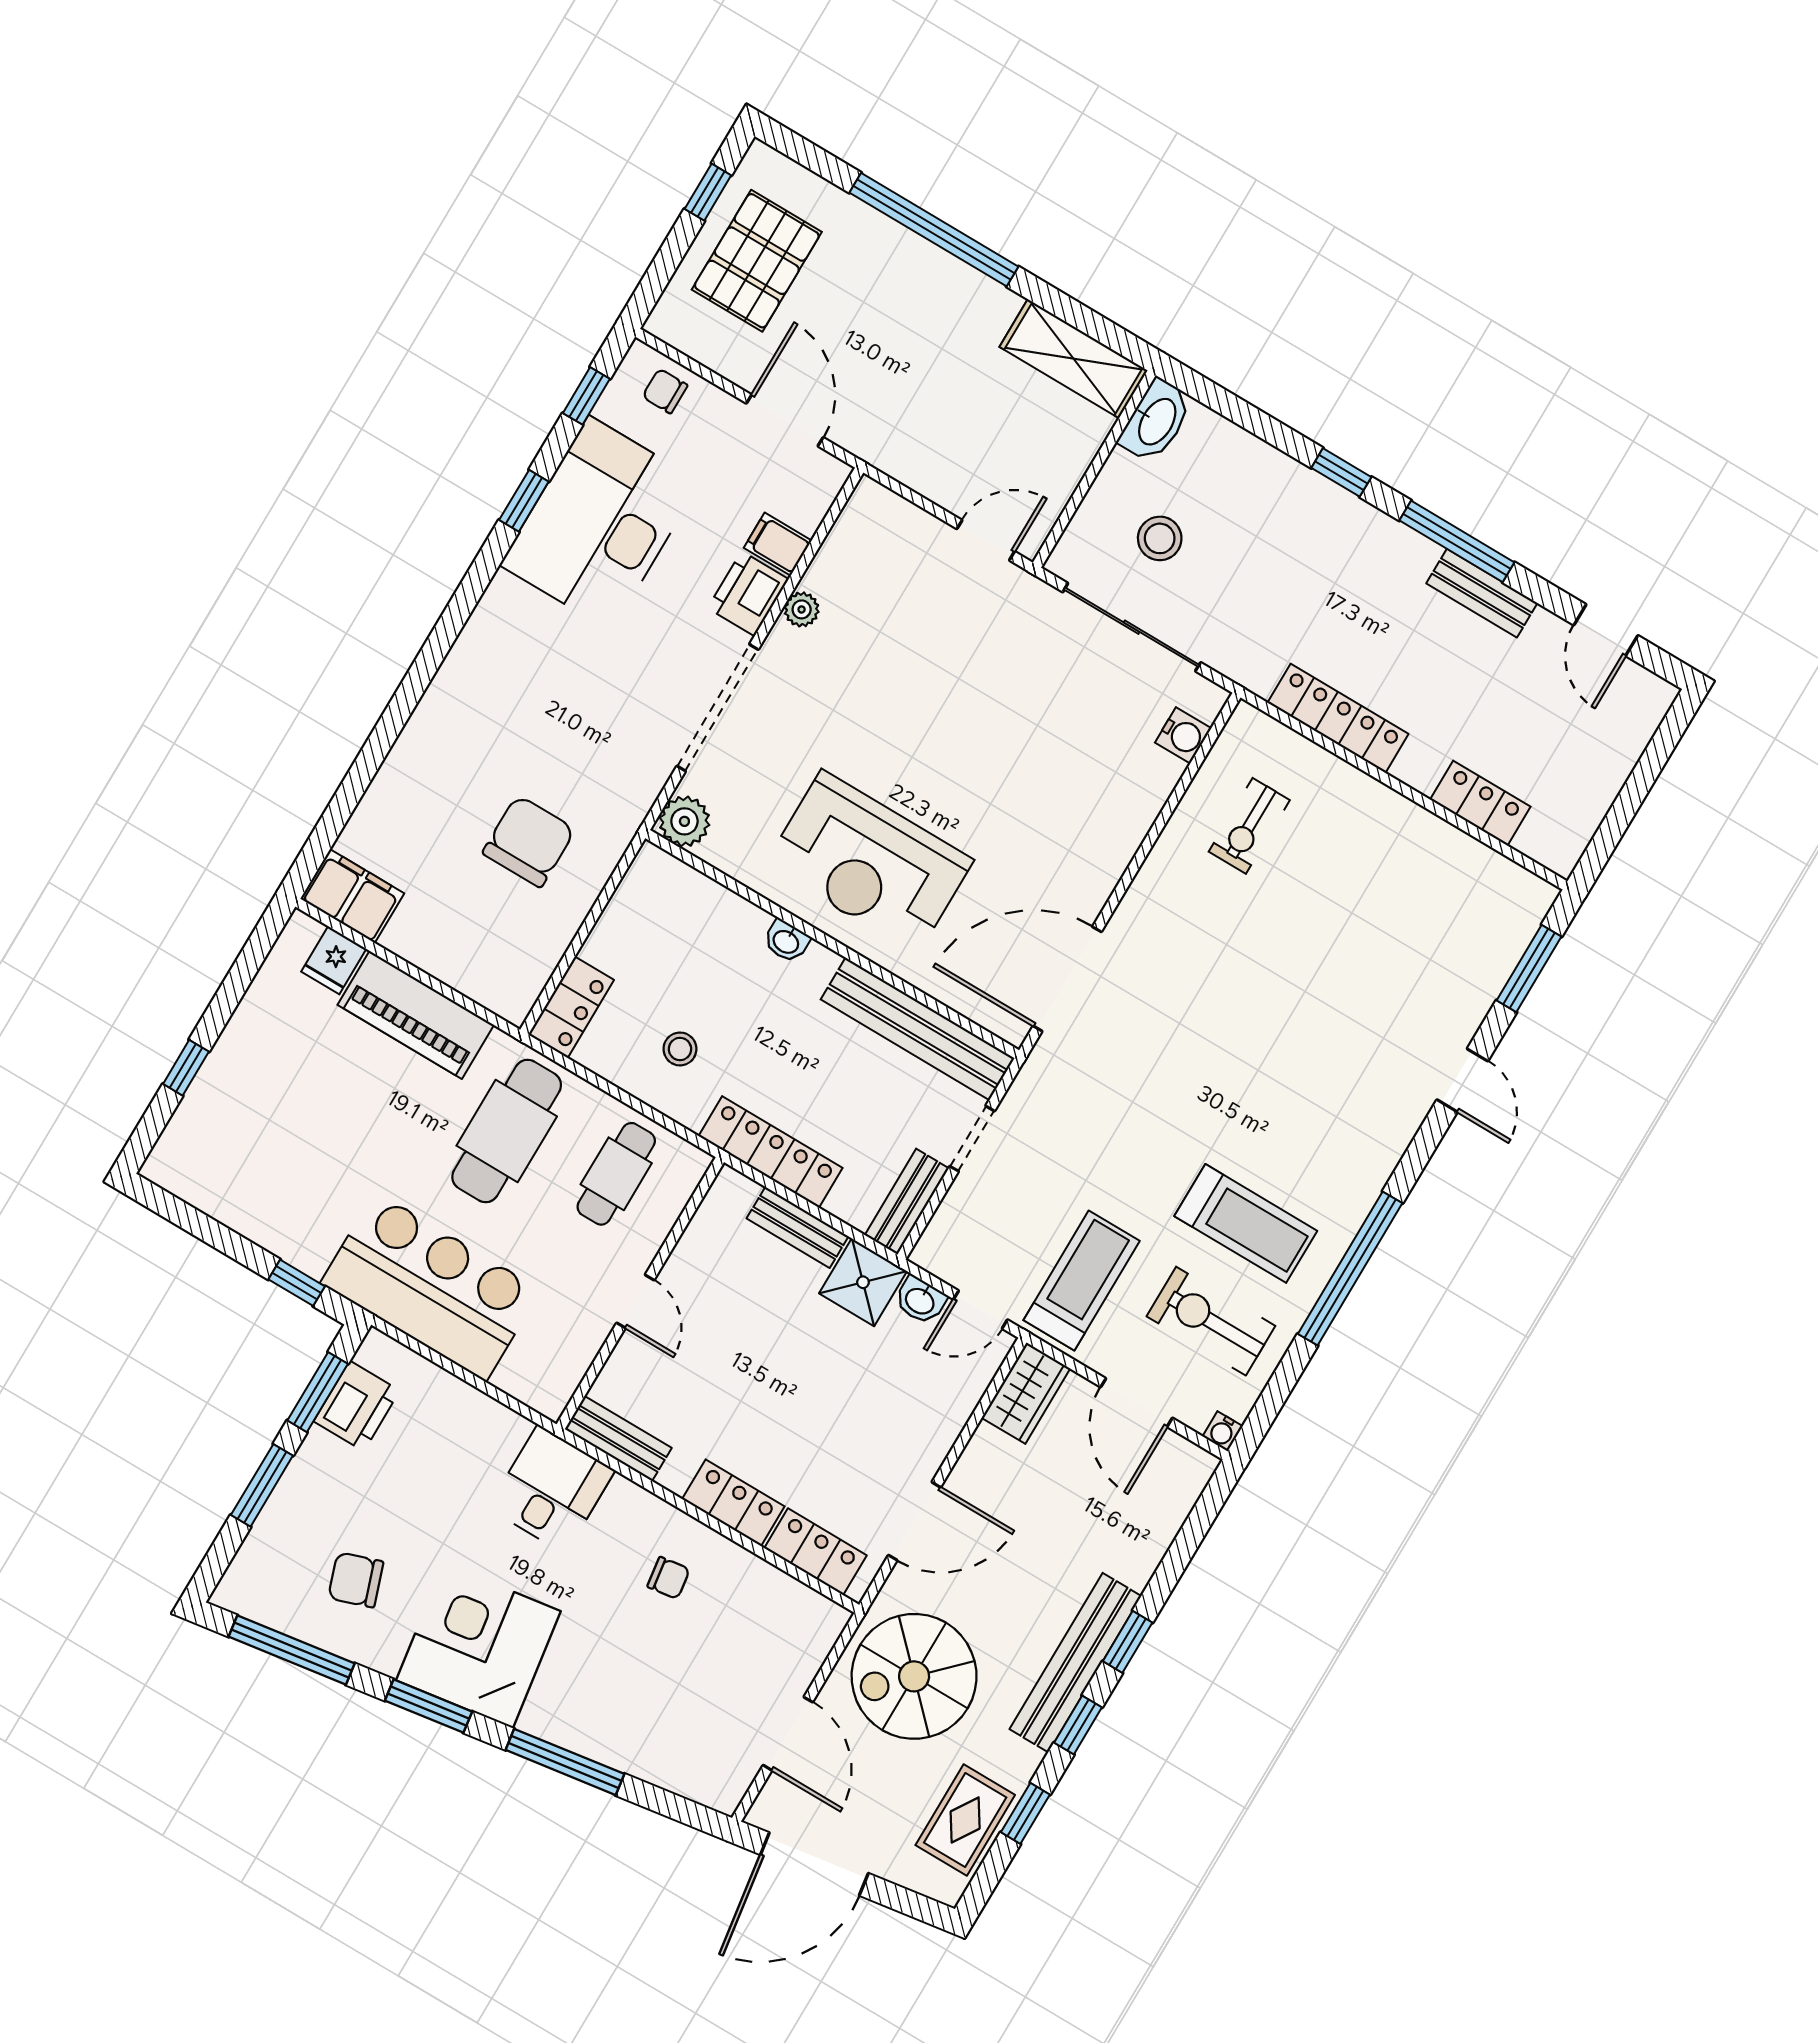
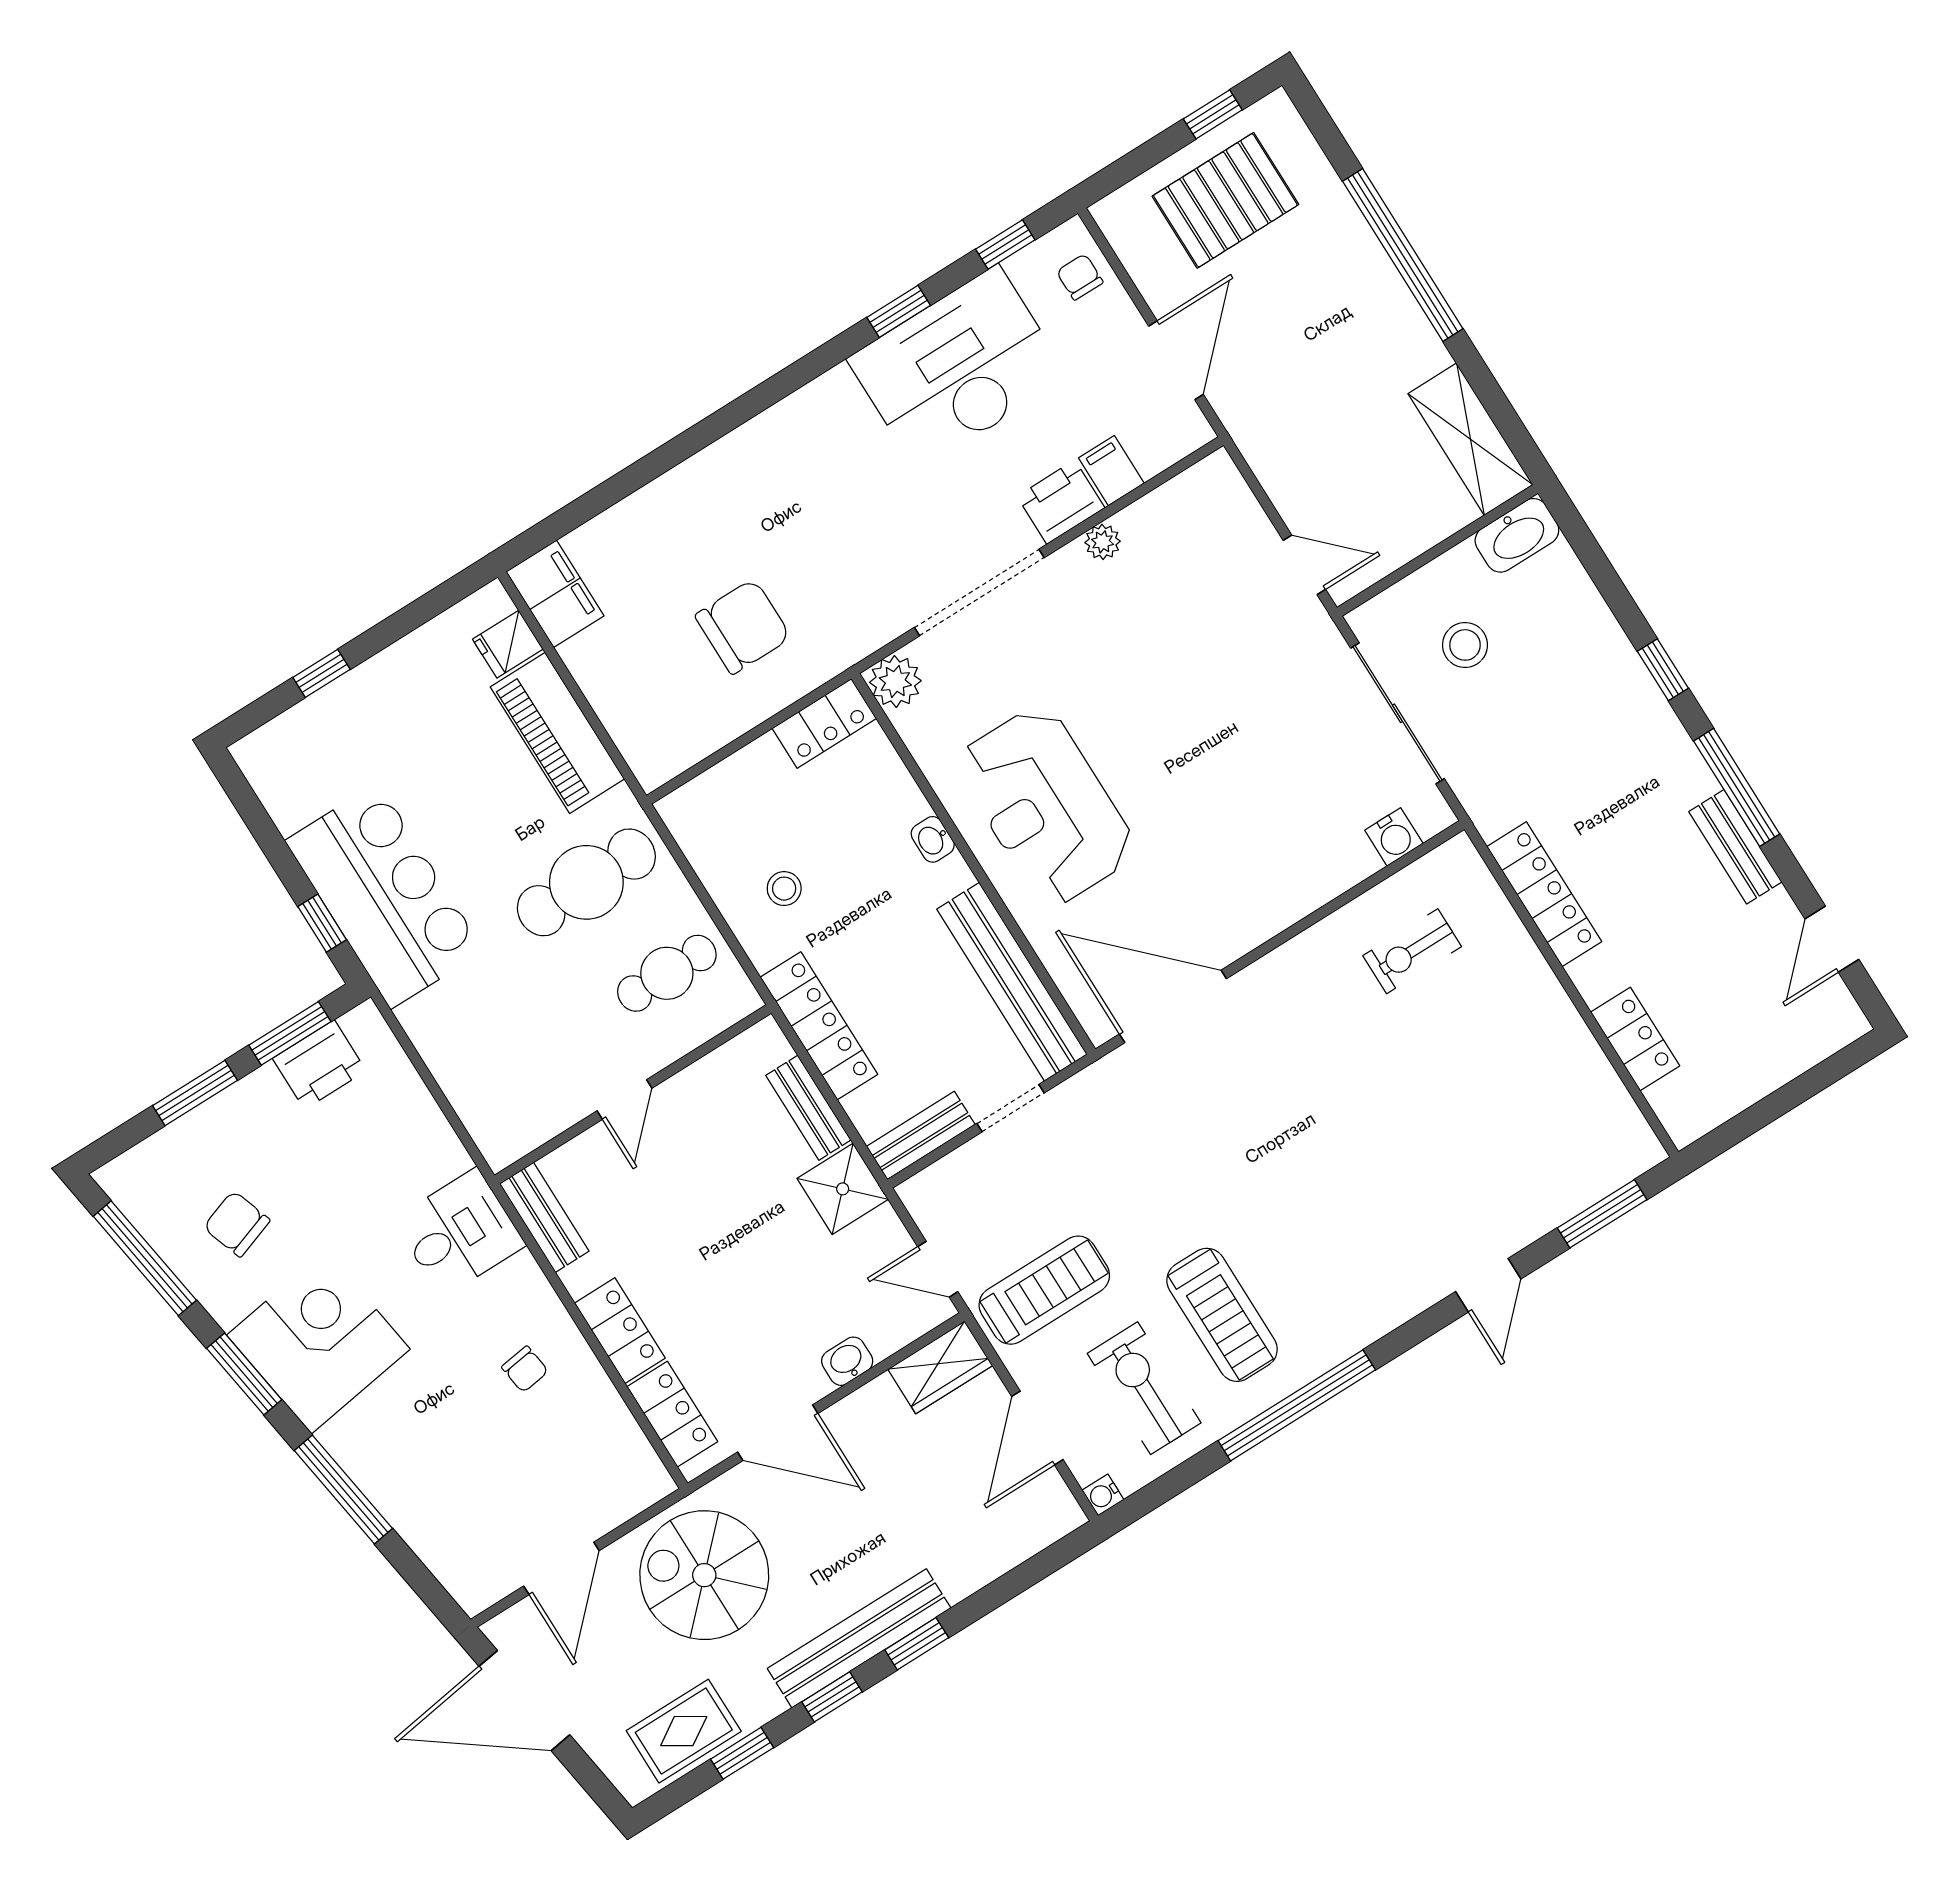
locker: (571, 1007) -> (824, 723), moved
bar counter: (431, 1287) -> (384, 896), moved
washbasin: (920, 1300) -> (847, 1361), moved, turned 90

